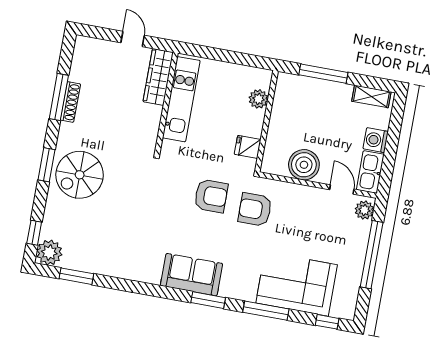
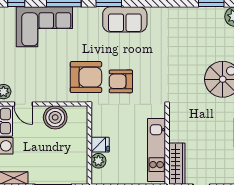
fridge: (248, 147) -> (100, 145), moved
armchair: (255, 209) -> (86, 77), width x1.36, depth x1.36

